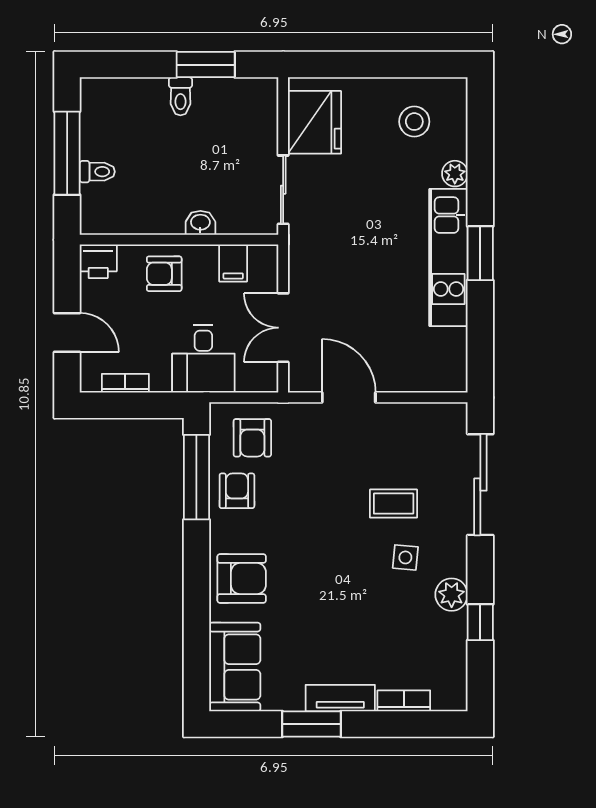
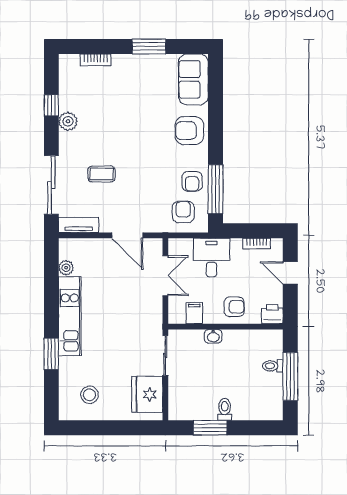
plant: (455, 174) -> (66, 268), moved
window: (480, 253) -> (51, 354), moved
side table: (405, 557) -> (95, 143), removed
tv unit: (340, 698) -> (79, 225), moved, turned 180

